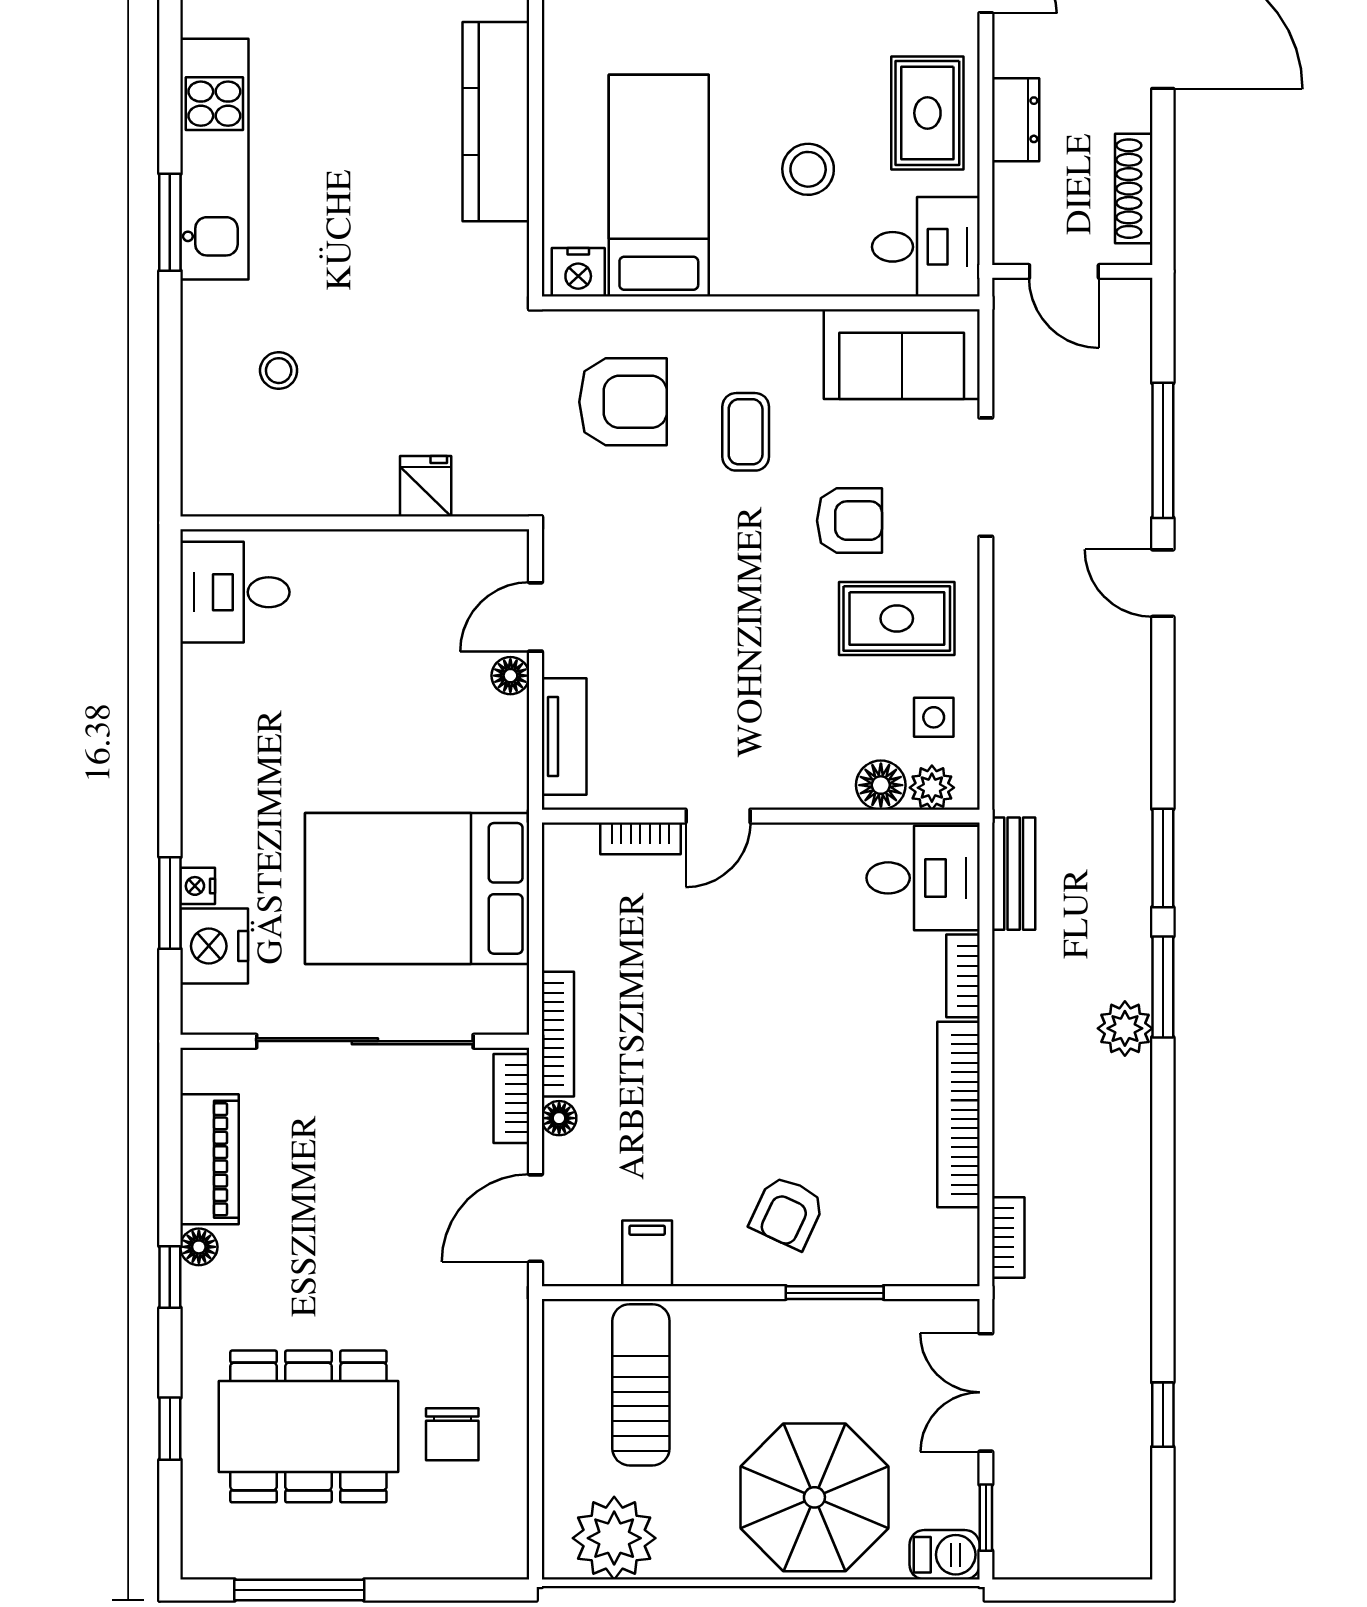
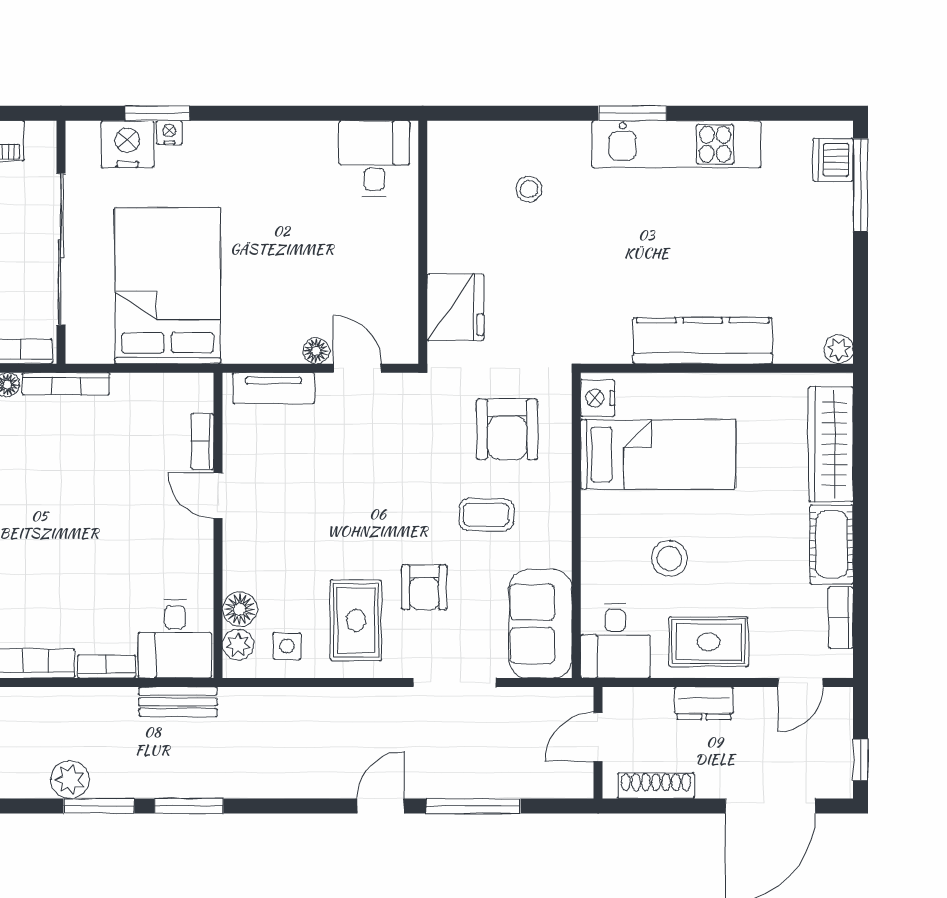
fridge: (426, 486) -> (455, 307), width x1.88, depth x1.34

